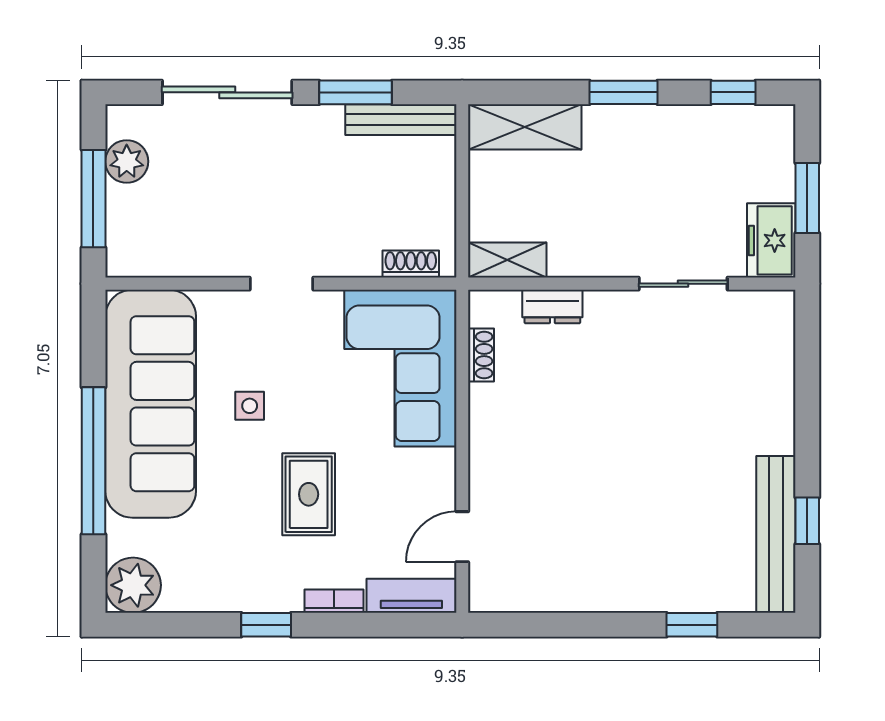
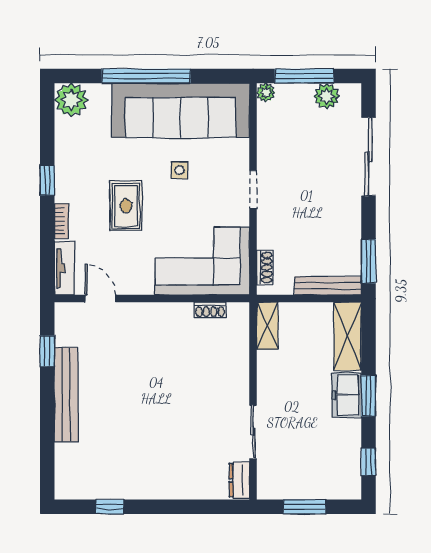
window: (355, 92) -> (368, 261), moved
bench: (401, 120) -> (328, 286), moved, turned 90
freezer: (771, 240) -> (347, 395), moved, turned -90
plant: (121, 262) -> (266, 92), added
dresser: (552, 306) -> (239, 480), moved
rug: (309, 494) -> (126, 206), turned 90
bench: (776, 534) -> (66, 395), moved, turned 90
window: (692, 625) -> (47, 351), moved

